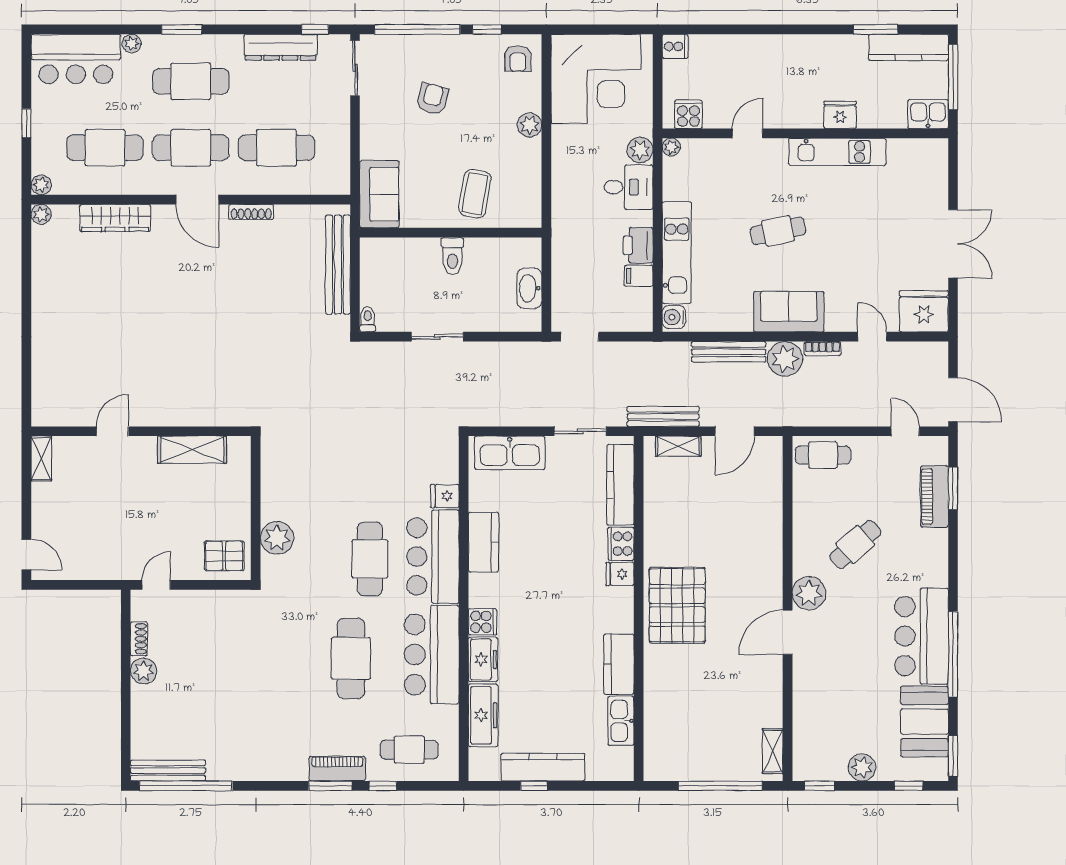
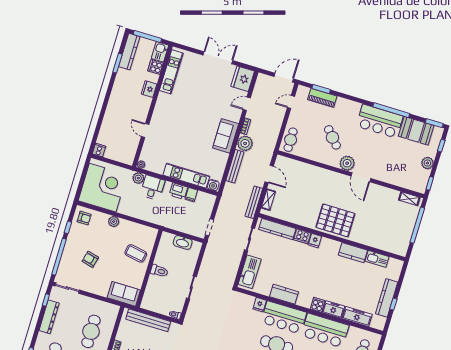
cooker: (688, 114) -> (155, 67), moved
kitchen unit: (837, 152) -> (171, 72), moved
cafe table: (778, 231) -> (190, 130), removed

